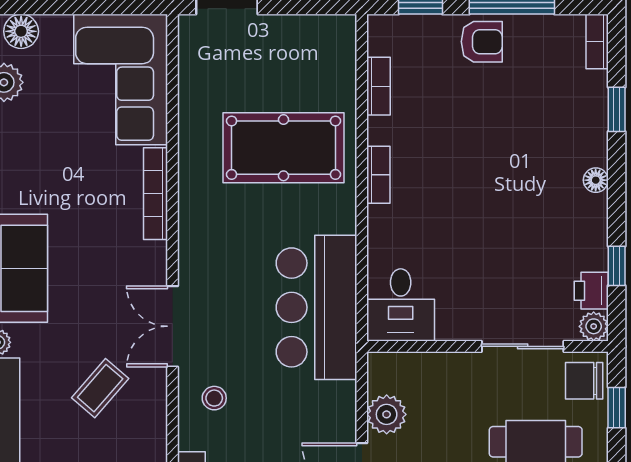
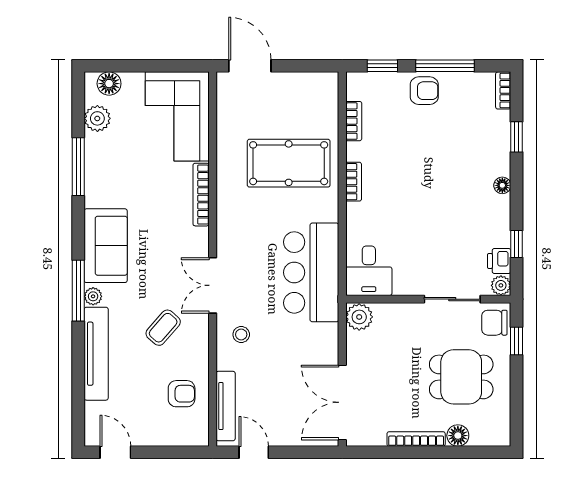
plant: (387, 414) -> (359, 317), moved

